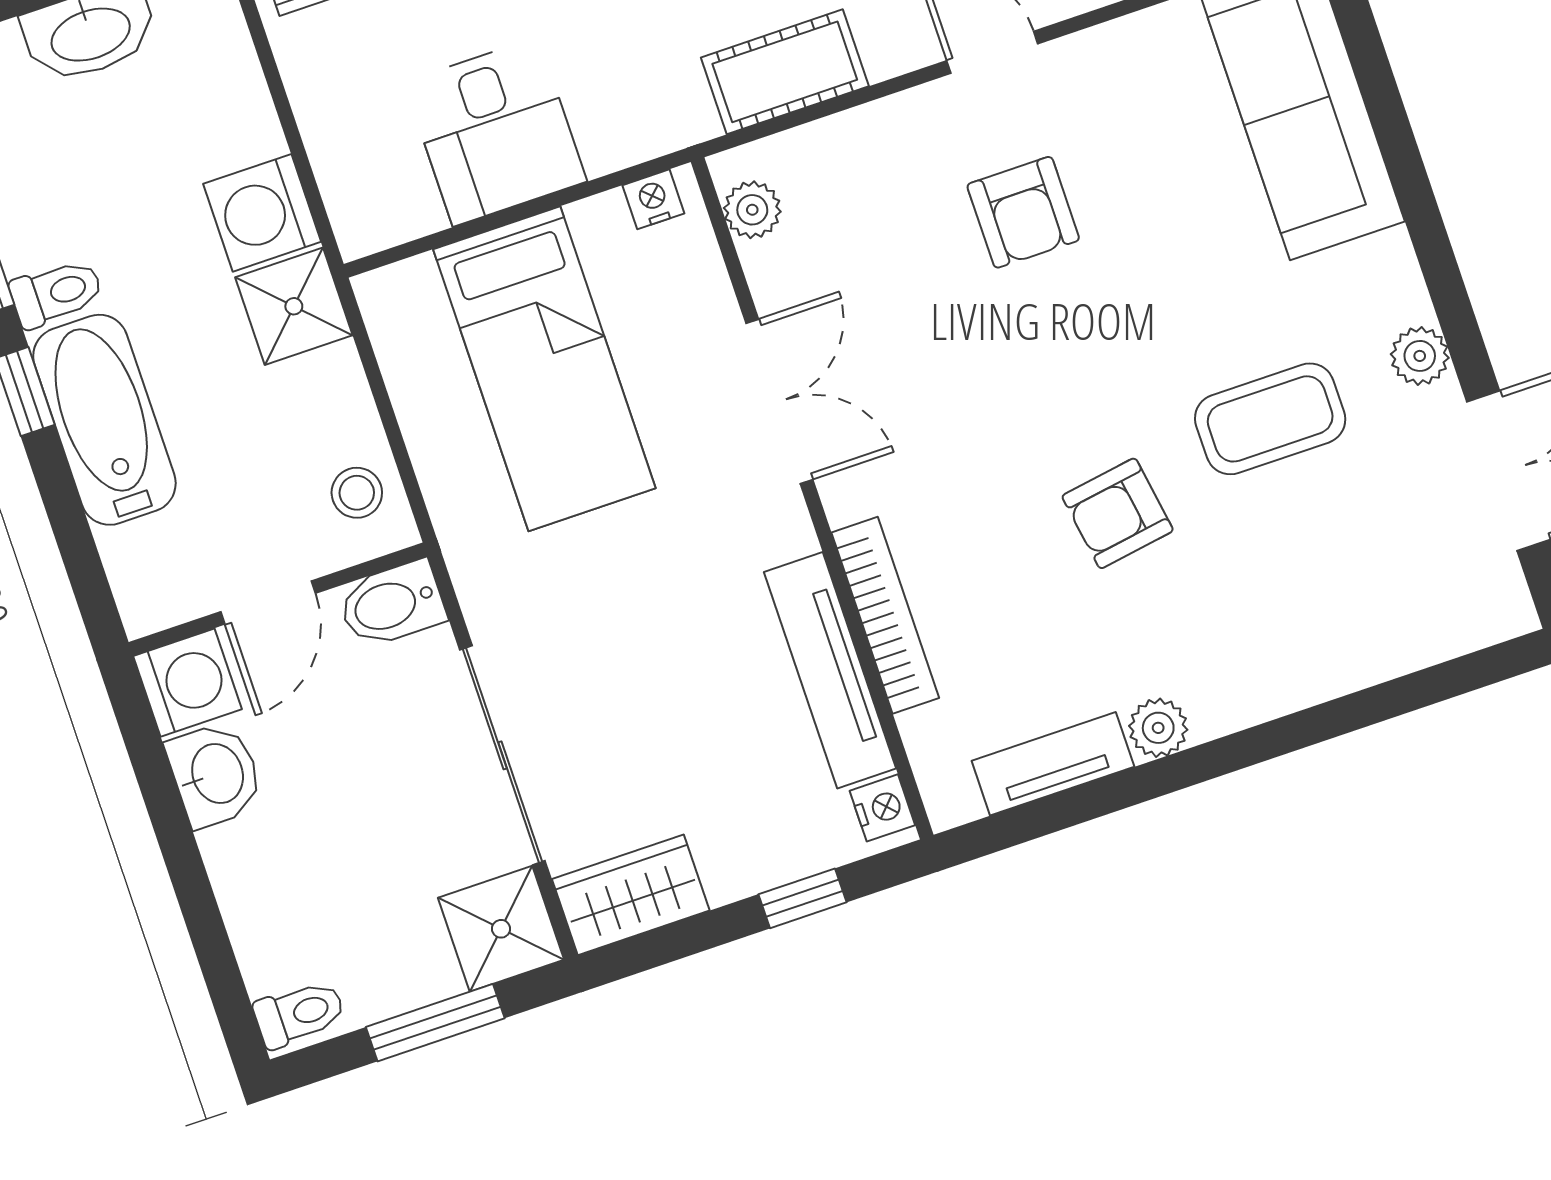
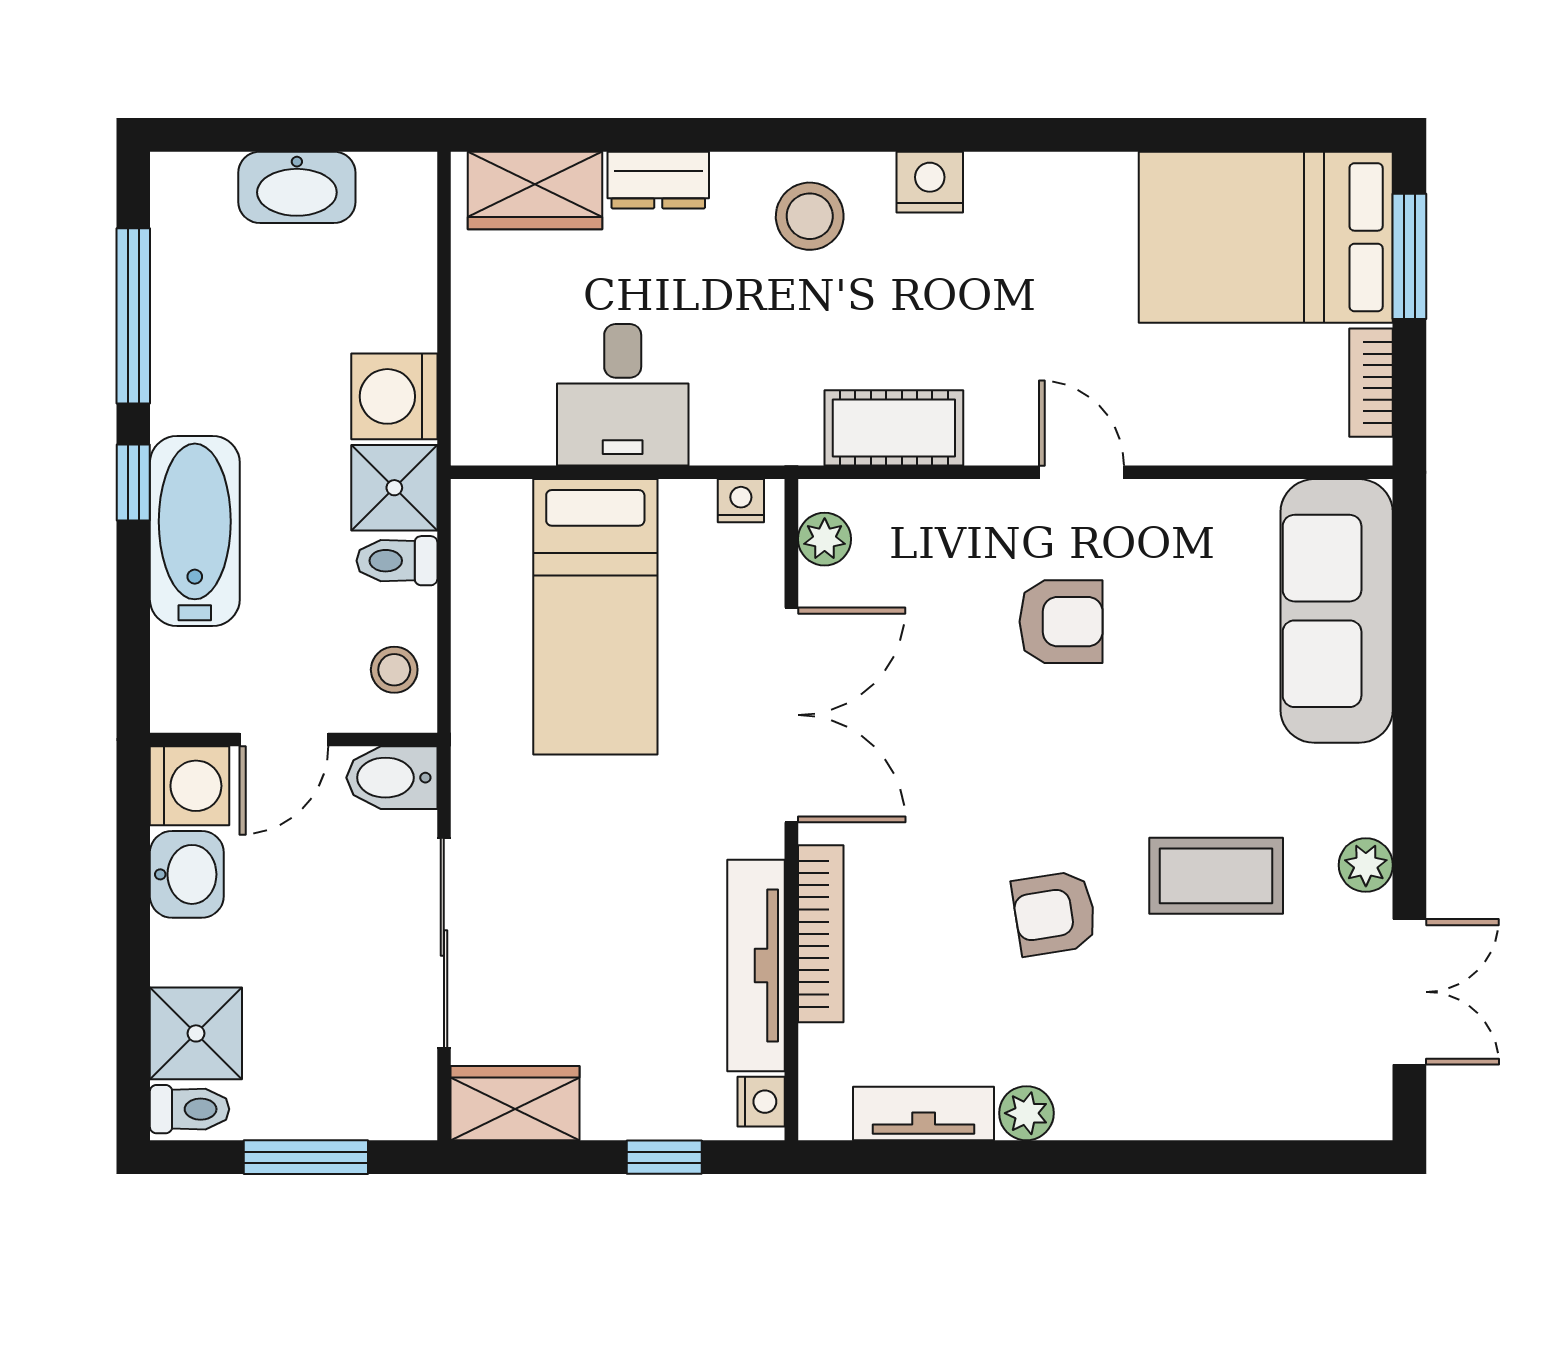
armchair: (1023, 212) -> (1061, 622), turned -90
toilet: (56, 293) -> (397, 561), moved, turned 180
double door: (779, 401) -> (791, 715), width x1.37
shower: (501, 929) -> (196, 1033), moved

